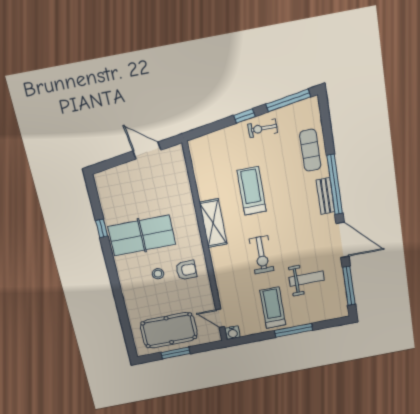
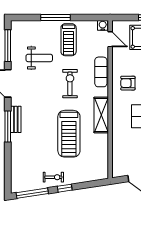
exercise mat: (310, 150) -> (101, 72), moved
window: (335, 185) -> (8, 127), width x0.68
treadmill: (252, 191) -> (69, 134), width x1.37, depth x1.38
weight bench: (307, 279) -> (39, 58), turned 180

